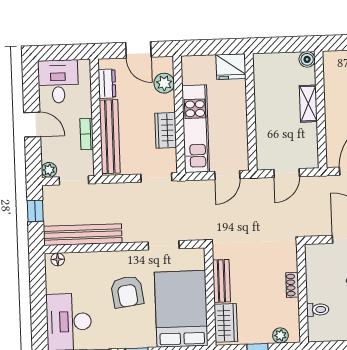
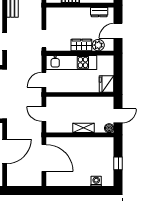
door: (285, 45) -> (118, 116), added
wardrobe: (166, 130) -> (81, 45), moved
bench: (110, 137) -> (69, 13), removed
door: (227, 175) -> (44, 80), hinge flipped

